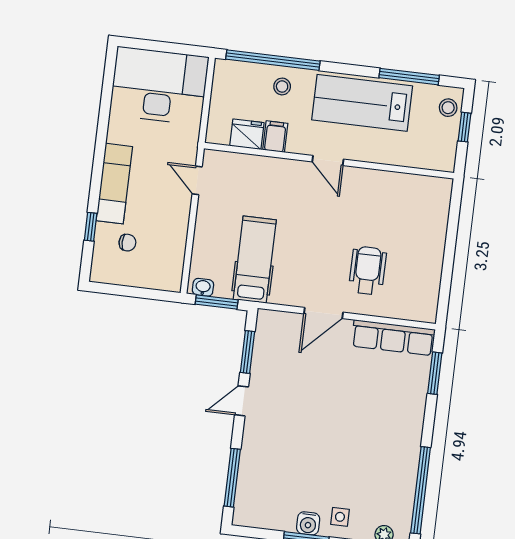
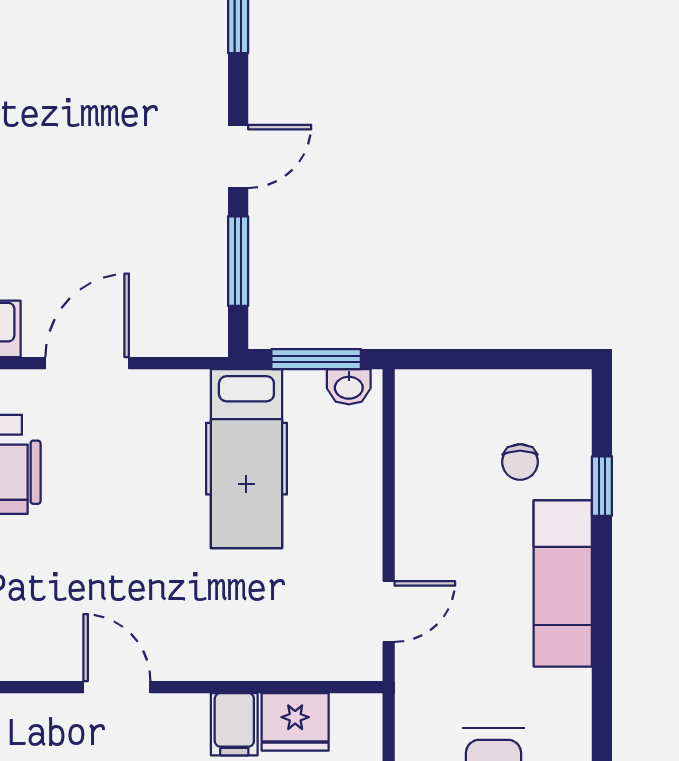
door: (197, 180) -> (389, 612), hinge flipped
chair: (127, 243) -> (520, 462), turned -90

